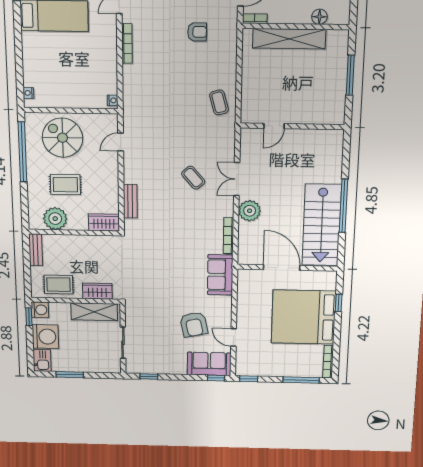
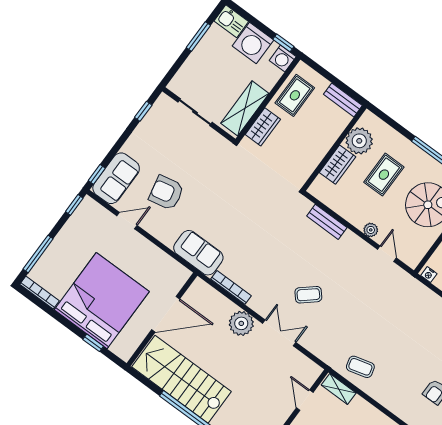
shelving: (247, 107) -> (339, 389), added
plant: (112, 166) -> (371, 230), added
wardrobe: (104, 222) -> (338, 165), moved

